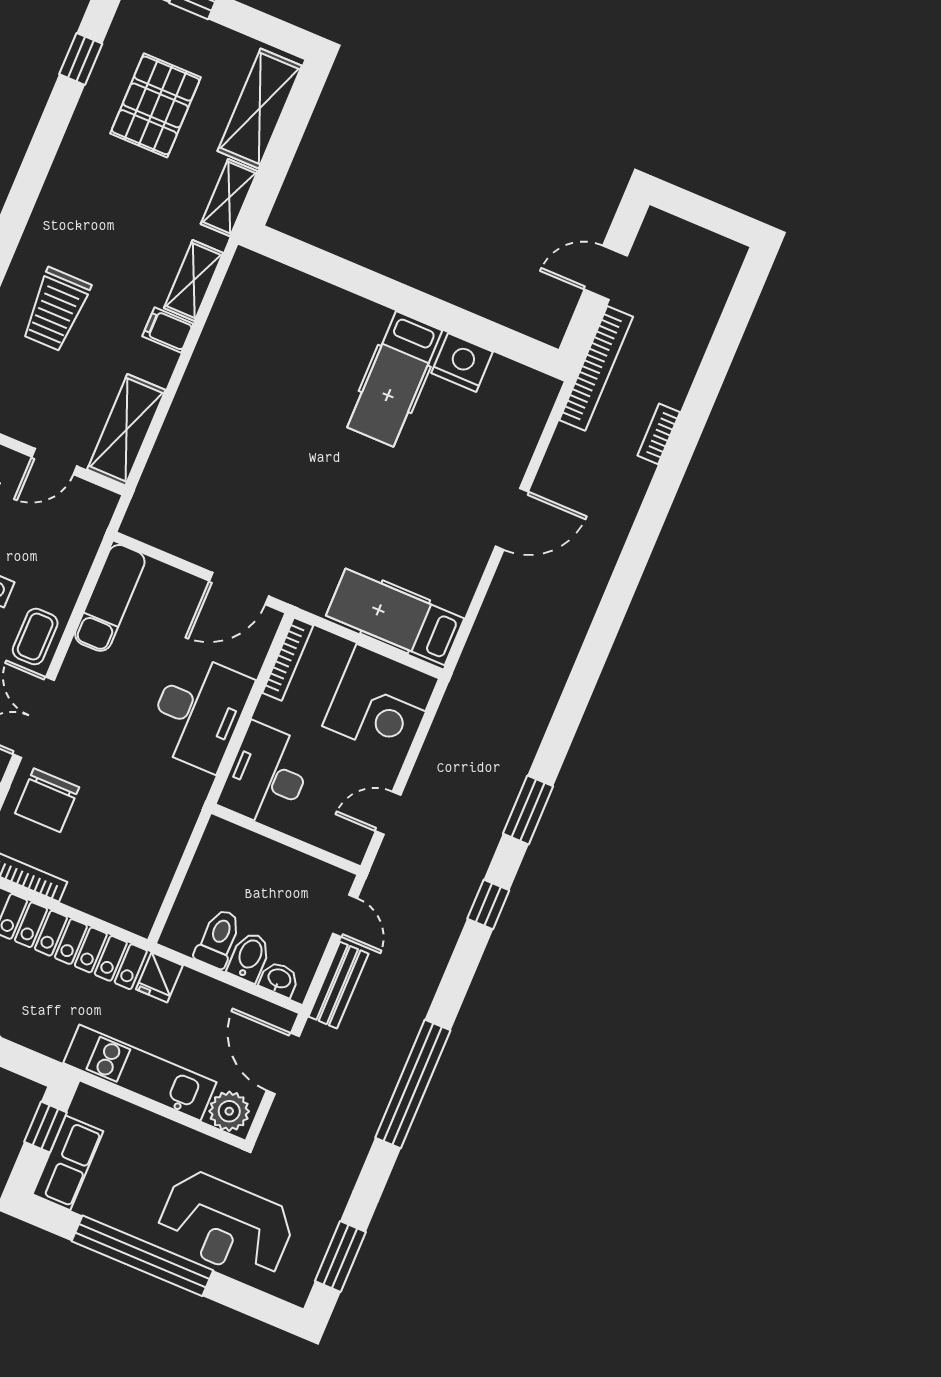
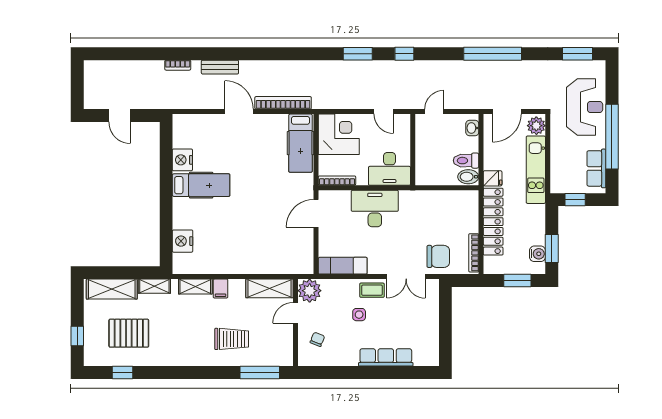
nightstand: (297, 293) -> (183, 241), added
bookcase: (596, 368) -> (283, 103), moved
door: (54, 461) -> (295, 313), swing flipped
plant: (87, 509) -> (310, 291), added
door: (239, 588) -> (316, 213), swing flipped
bidet: (249, 957) -> (468, 177), moved
bench: (338, 985) -> (220, 67), moved
row of seats: (68, 1163) -> (596, 168), moved, turned -90

